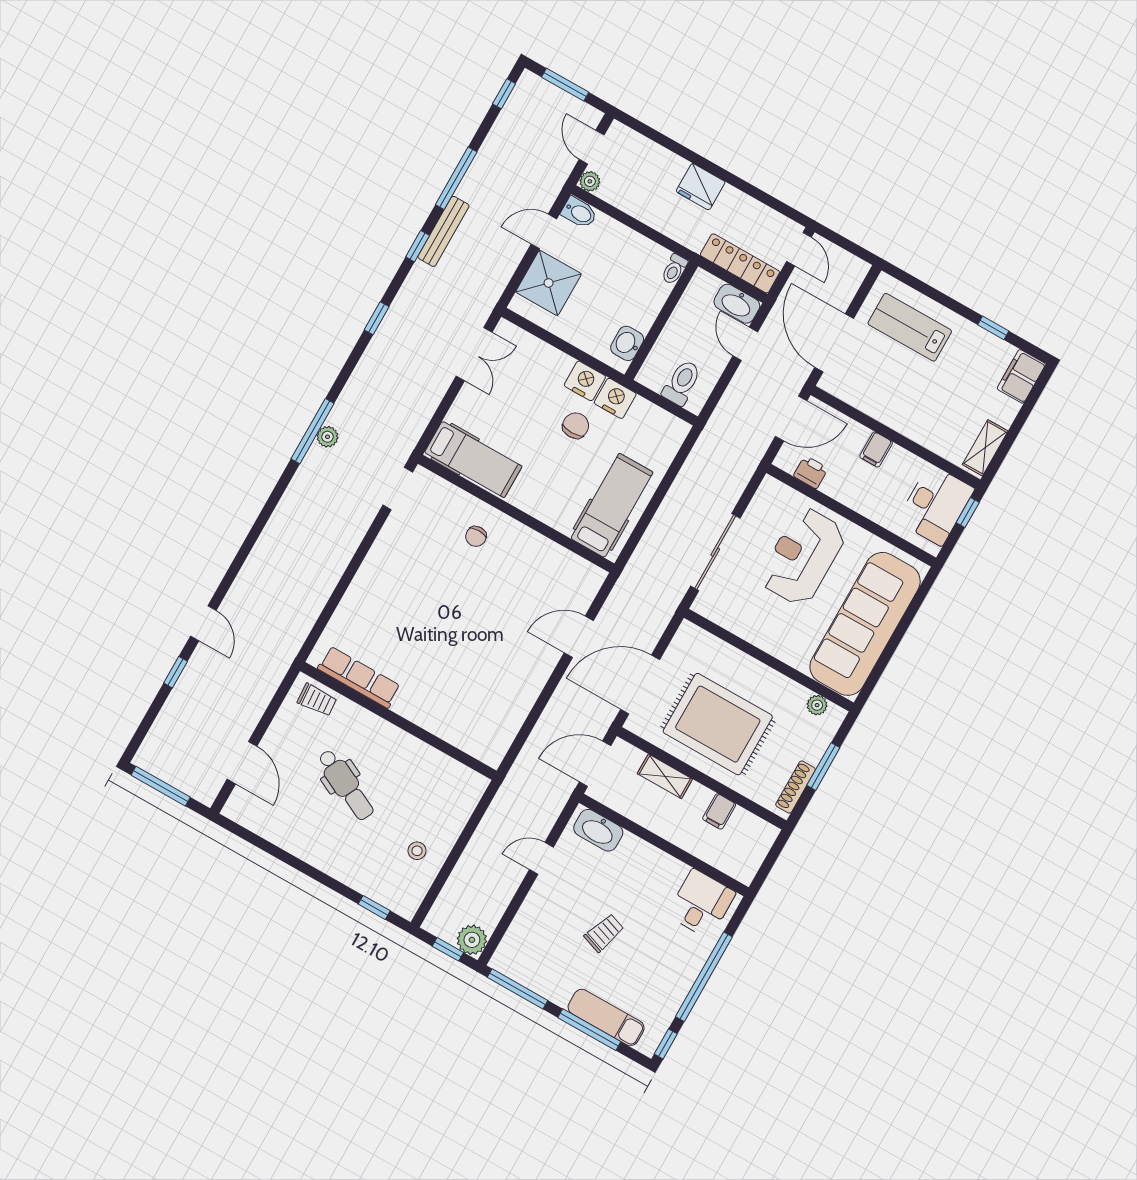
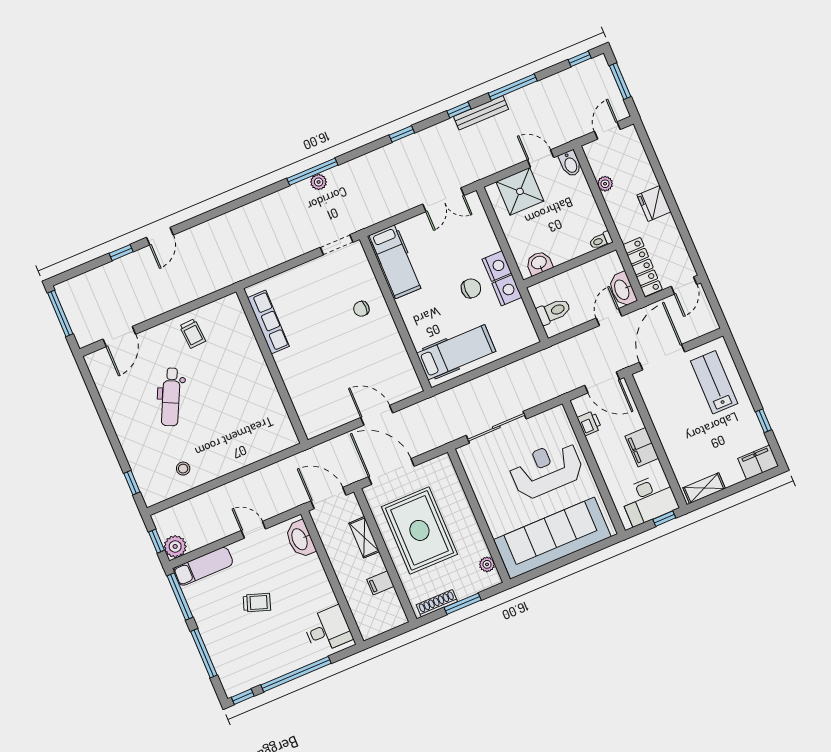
plant: (590, 181) -> (605, 184), moved
filing cabinet: (876, 450) -> (642, 447), width x2.00
row of seats: (359, 677) -> (268, 322), moved
wall: (398, 721) -> (272, 366), moved
exam couch: (606, 1017) -> (203, 566), moved, turned 90

